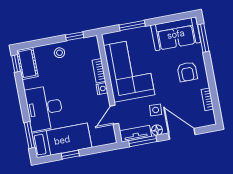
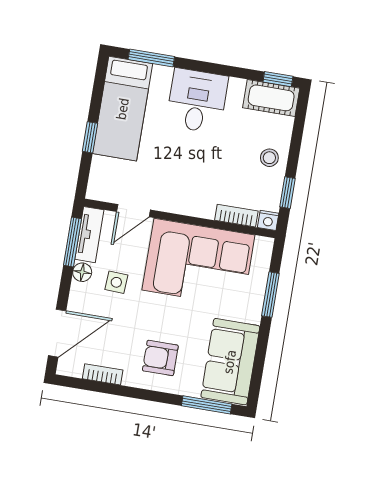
bookcase: (99, 71) -> (236, 216), moved
nightstand: (102, 89) -> (268, 220), moved
desk: (44, 108) -> (197, 101), width x0.73
door: (114, 115) -> (133, 211), swing flipped
door: (182, 134) -> (57, 333), moved
window: (70, 155) -> (90, 137), moved

